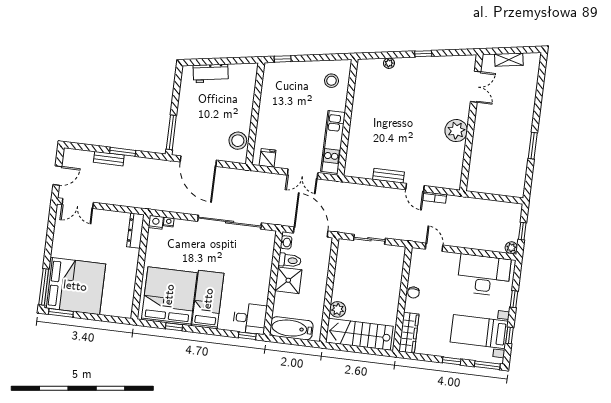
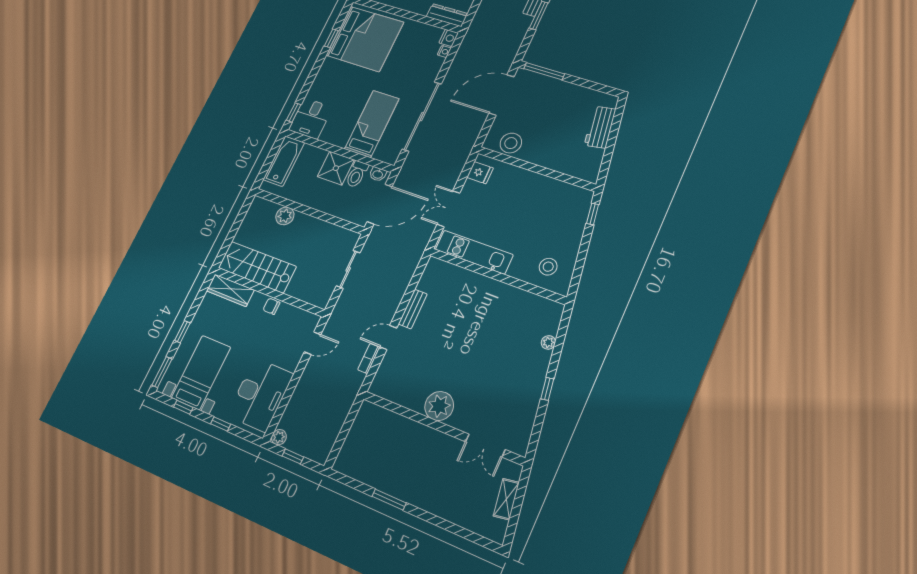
bed: (208, 300) -> (372, 124), moved, turned -90
stairs: (359, 334) -> (257, 267), moved, turned -90

